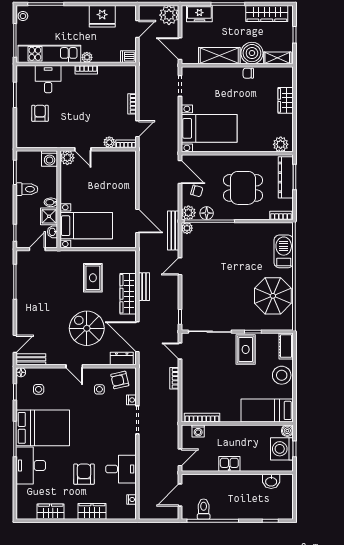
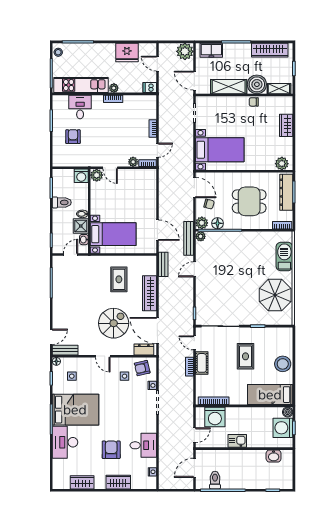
door: (137, 29) -> (157, 64), swing flipped
bench: (144, 287) -> (163, 264), moved
spiral stairs: (87, 328) -> (114, 323), turned 90
cot: (286, 346) -> (202, 363), moved
rug: (246, 349) -> (245, 356), moved
washing machine: (198, 431) -> (215, 417), width x1.89, depth x1.89

